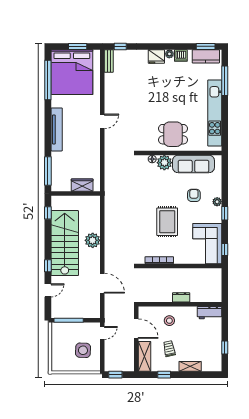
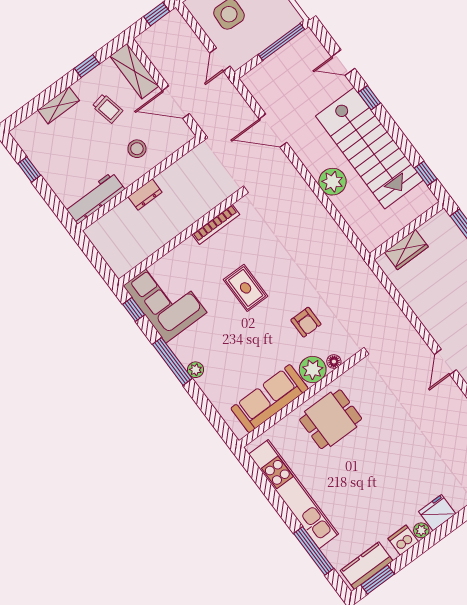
armchair: (194, 195) -> (306, 322), moved
window: (225, 213) -> (172, 361), width x2.17
rug: (167, 222) -> (246, 288), width x0.73, depth x0.70
door: (48, 290) -> (343, 63), hinge flipped
workbench: (209, 313) -> (95, 198), width x1.38

